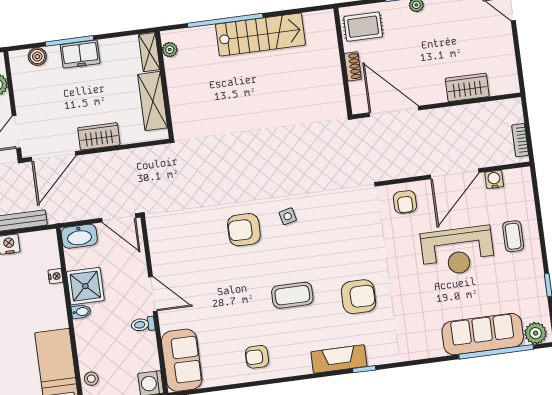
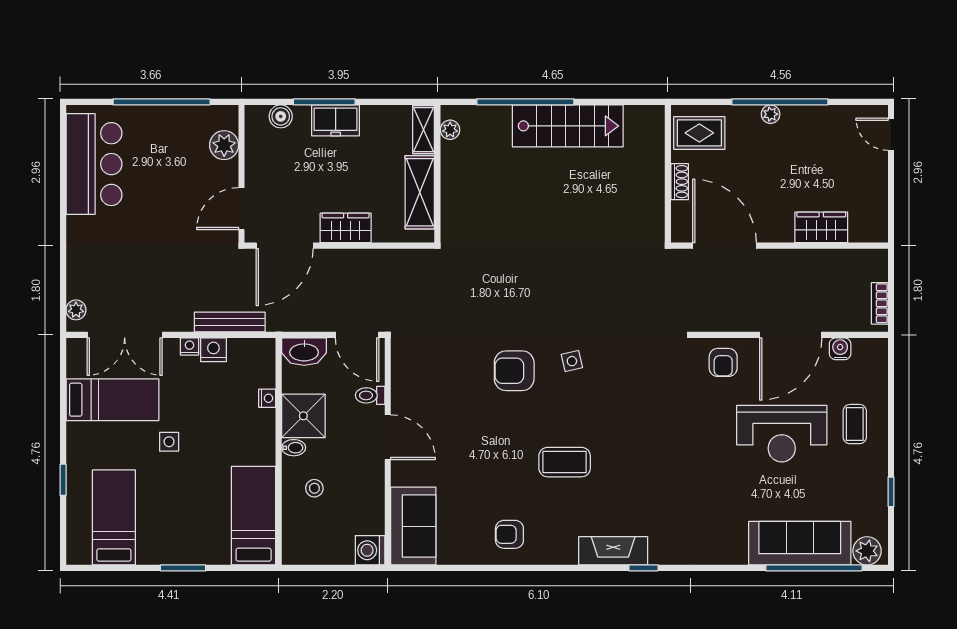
armchair: (359, 297) -> (648, 475), removed
toilet: (143, 324) -> (370, 395), moved
stool: (91, 379) -> (314, 488), moved

